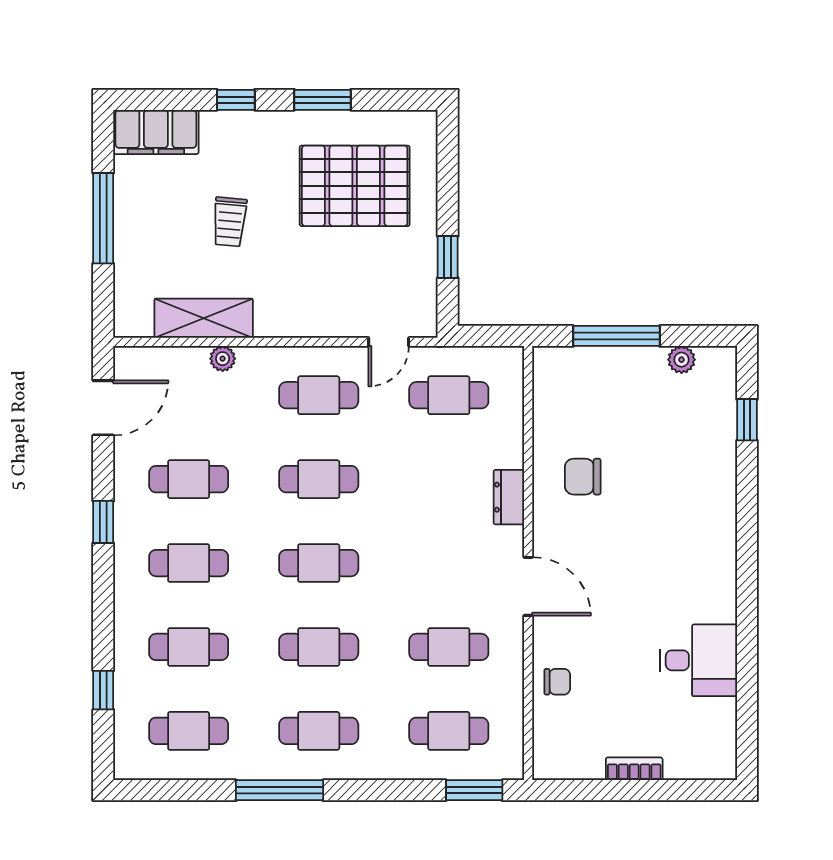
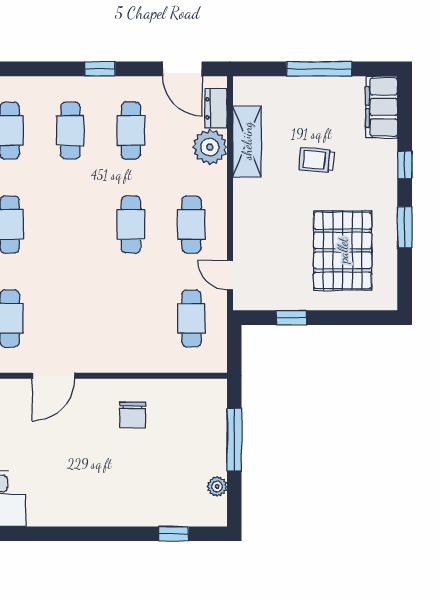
plant: (223, 359) -> (210, 147), width x1.87, depth x1.87
chair: (583, 477) -> (133, 415), turned 180
dresser: (509, 497) -> (216, 108), moved, turned -90
cafe table: (319, 563) -> (70, 224), removed

